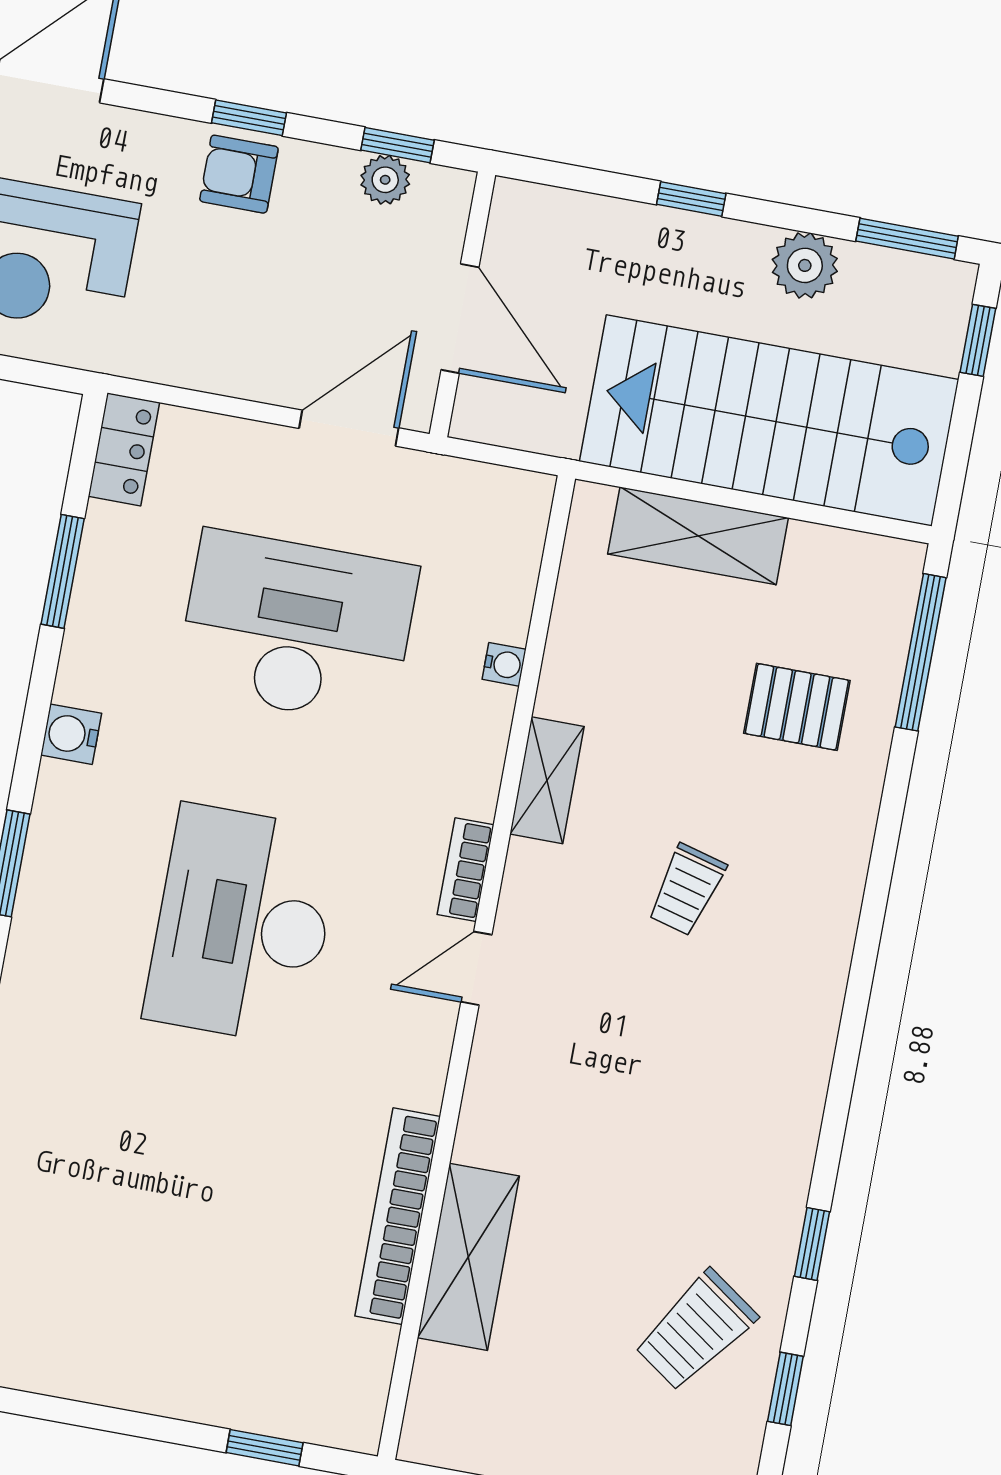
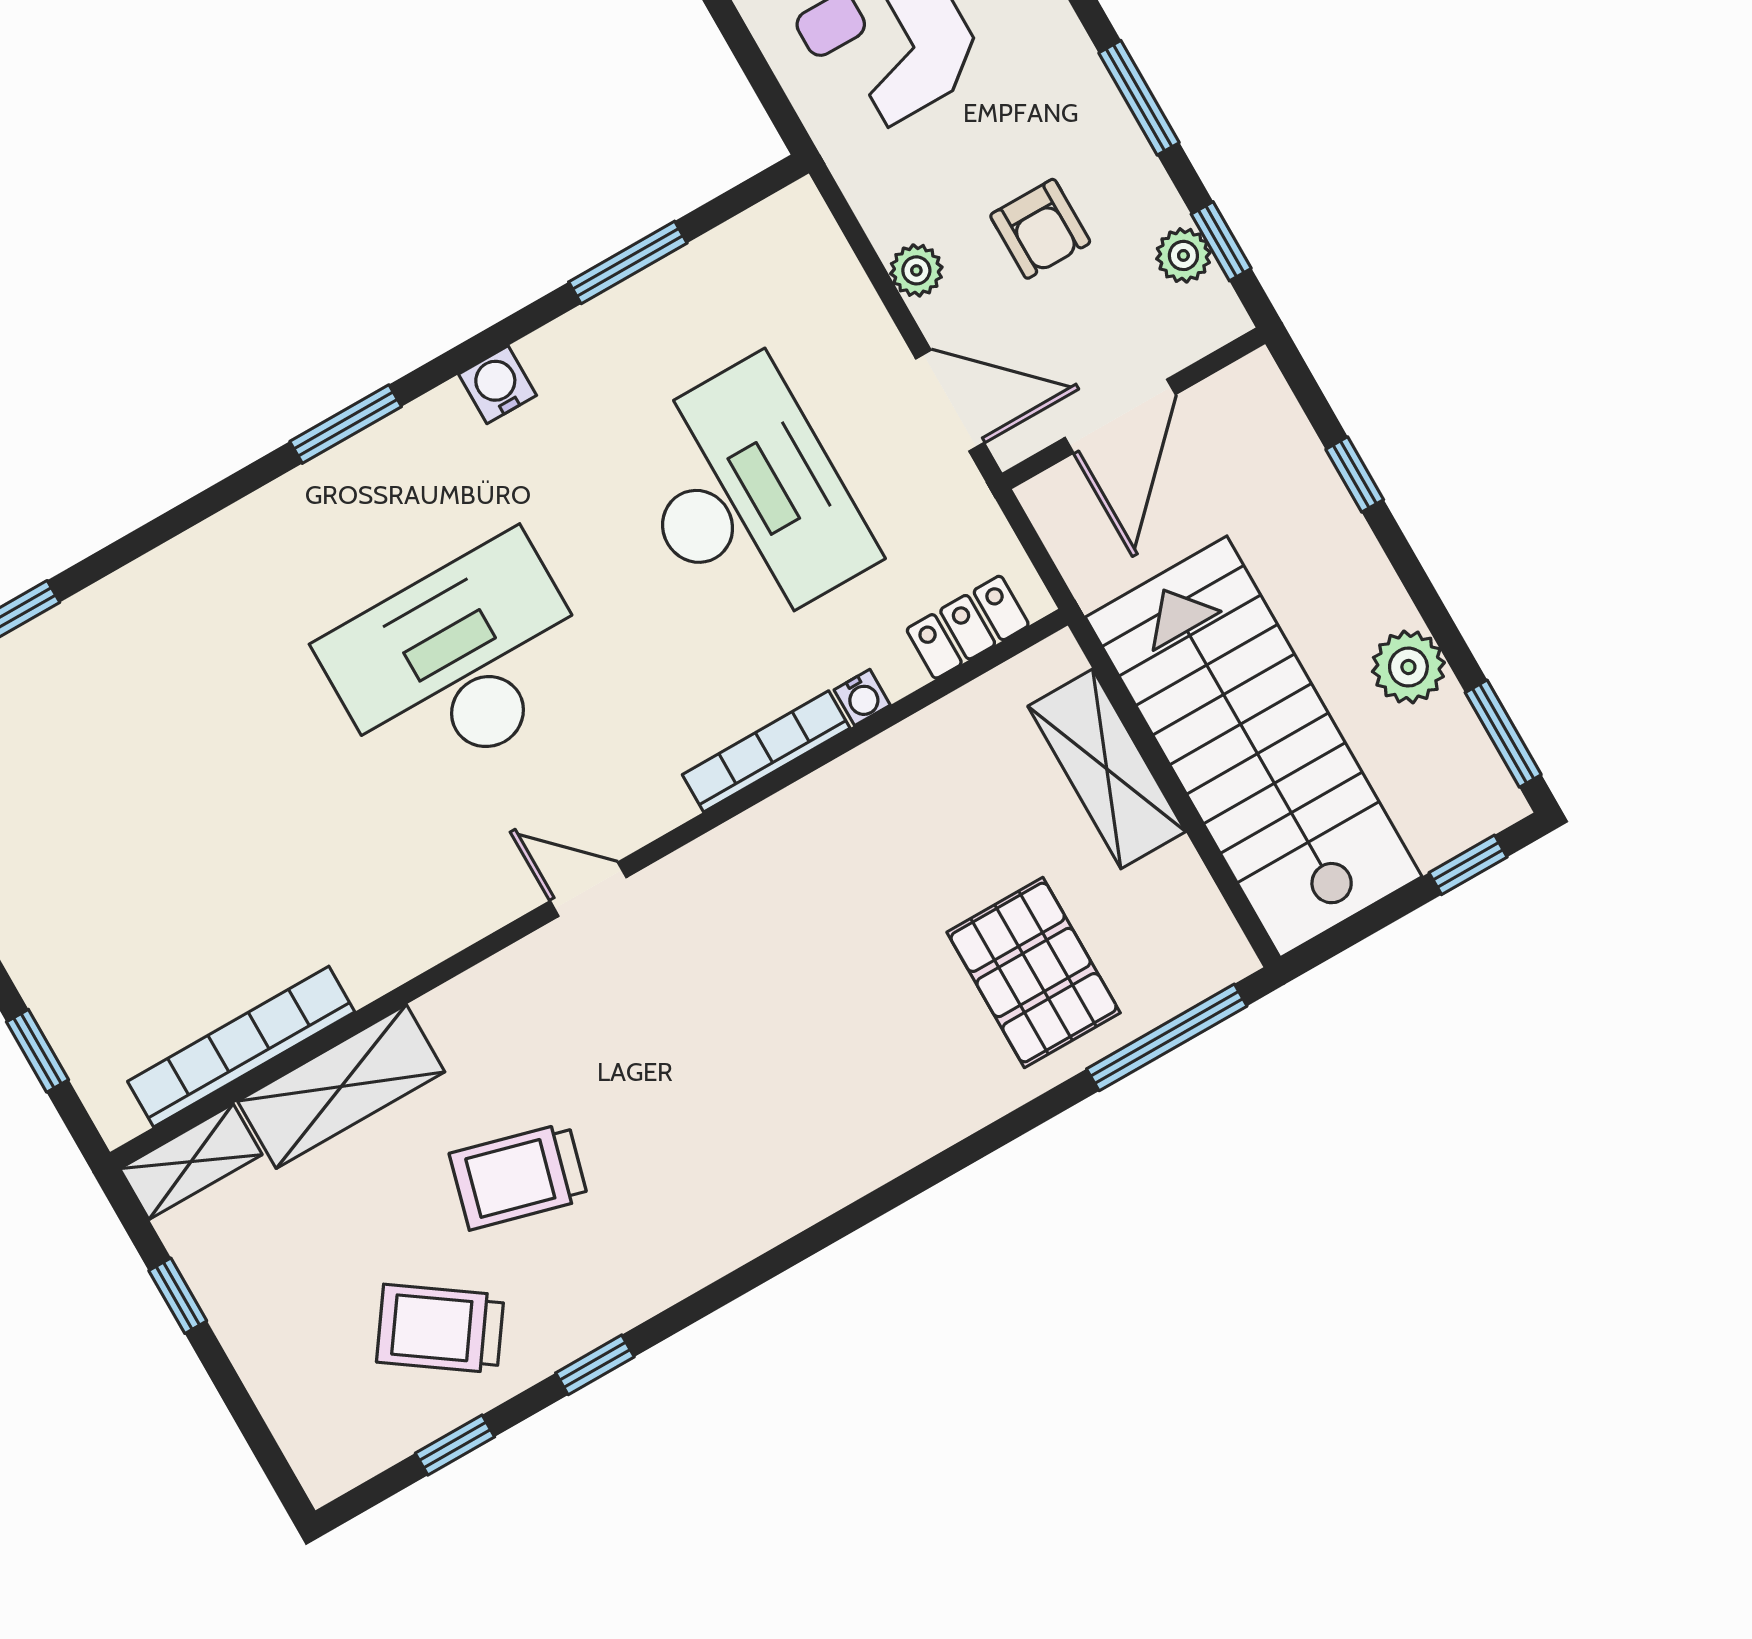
window: (249, 118) -> (1139, 98), width x1.50
armchair: (239, 174) -> (1040, 229), moved, turned 180
window: (691, 199) -> (1355, 474), moved
plant: (238, 375) -> (916, 270), added
locker: (124, 449) -> (968, 627), moved, turned 180
pallet: (797, 707) -> (1034, 973), width x1.50, depth x1.42
shelving: (547, 780) -> (191, 1162), moved
bookcase: (466, 870) -> (766, 751), moved, width x1.56
trolley: (687, 890) -> (519, 1176), moved, width x1.36, depth x1.39
bookcase: (398, 1216) -> (241, 1047), moved

